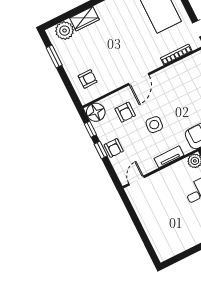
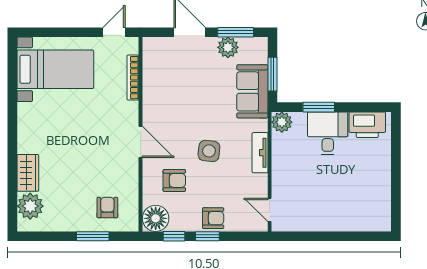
window: (54, 56) -> (93, 236), moved

